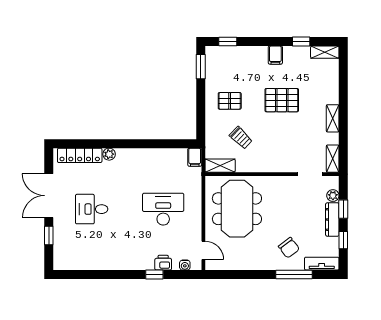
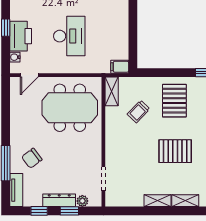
pallet: (282, 100) -> (175, 151), turned 90
pallet: (230, 101) -> (174, 101), width x1.50, depth x1.42
shelving: (333, 159) -> (185, 201), moved
printer: (163, 263) -> (21, 36), width x1.87, depth x1.48

